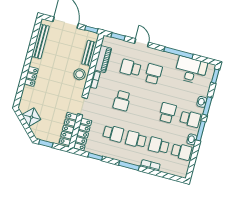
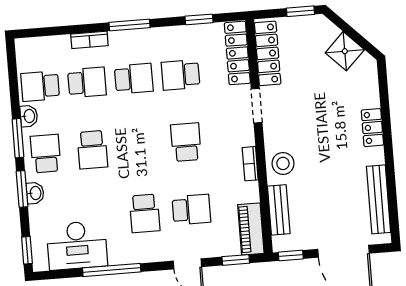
piano: (103, 59) -> (251, 229), moved
school desk: (190, 119) -> (46, 154), turned 90

